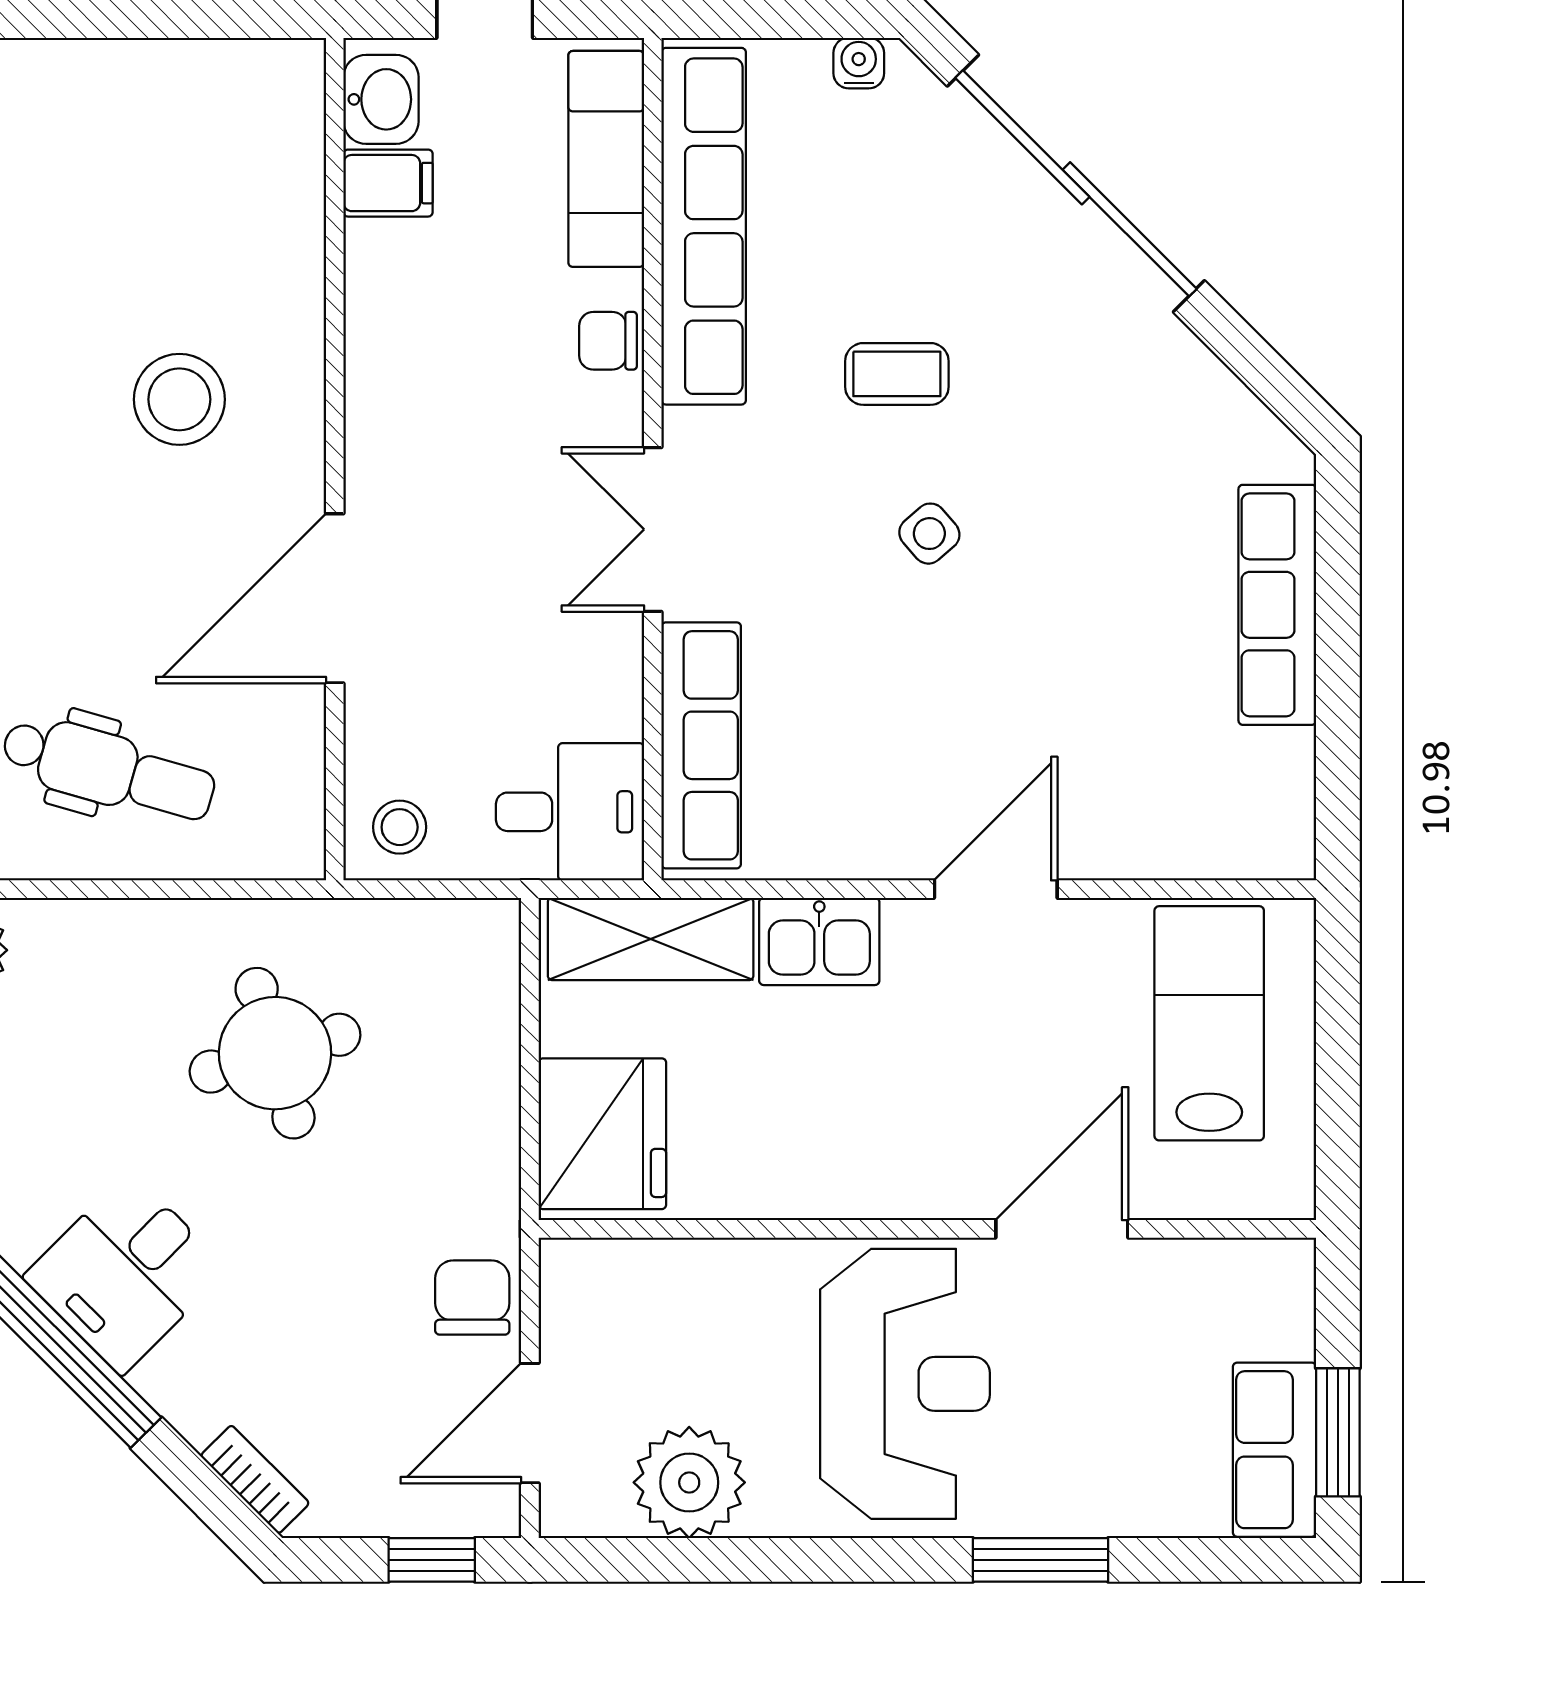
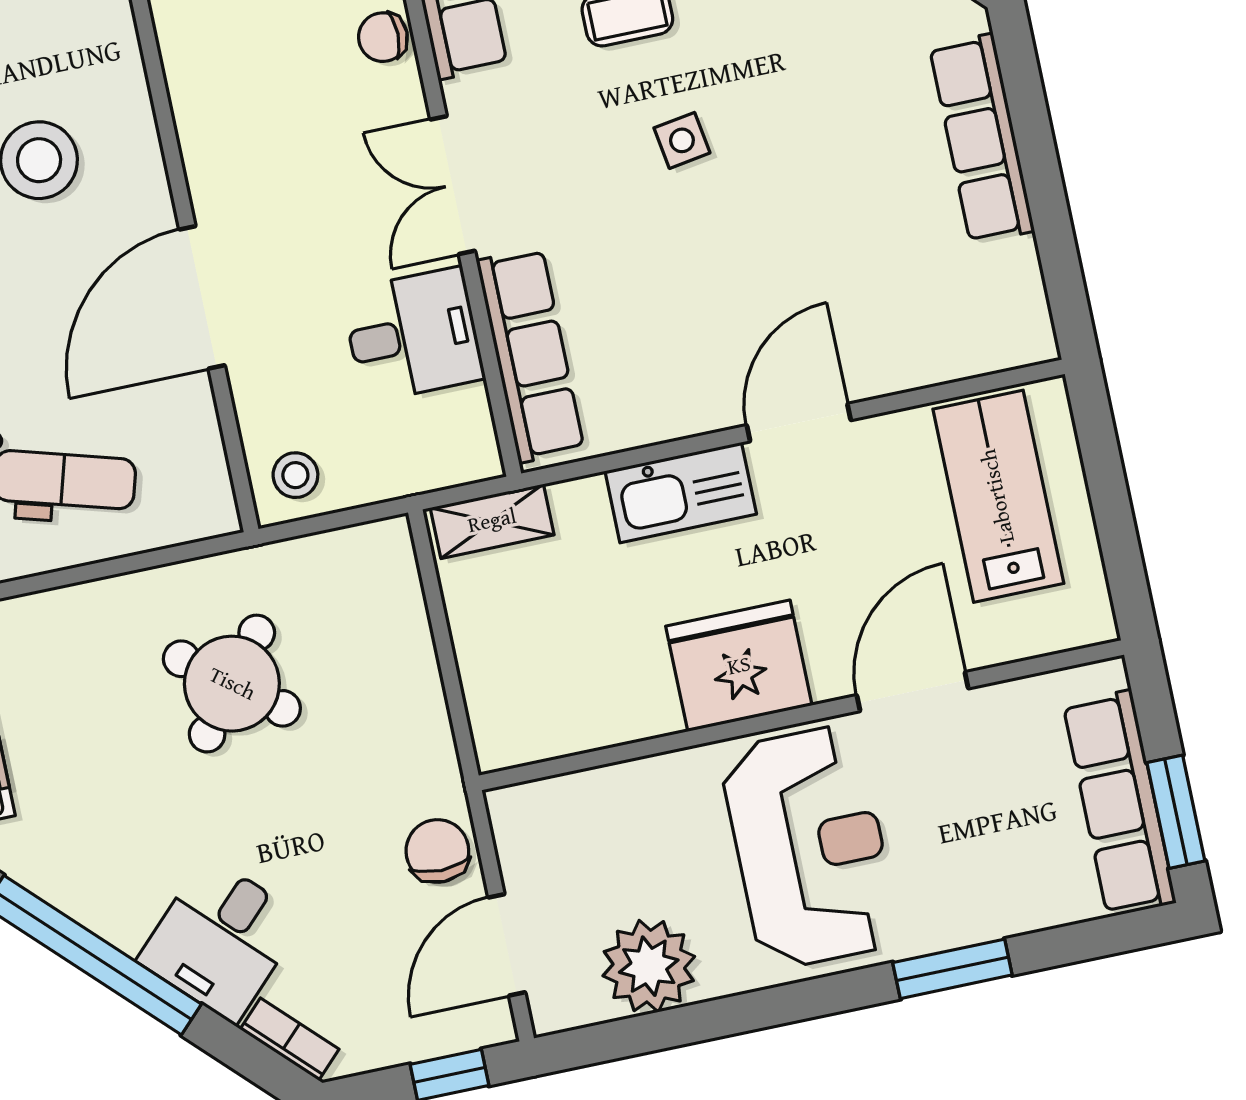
side table: (929, 534) -> (682, 140), turned 32
desk: (570, 812) -> (413, 335), moved
shelving: (651, 939) -> (492, 521), width x0.67, depth x0.75
kitchen sink: (819, 941) -> (681, 493), width x1.38
round table: (275, 1053) -> (232, 684), turned -36
fridge: (602, 1134) -> (739, 666), moved, turned -90
desk: (126, 1273) -> (221, 939), moved
row of seats: (1275, 1450) -> (1119, 803), width x1.48

